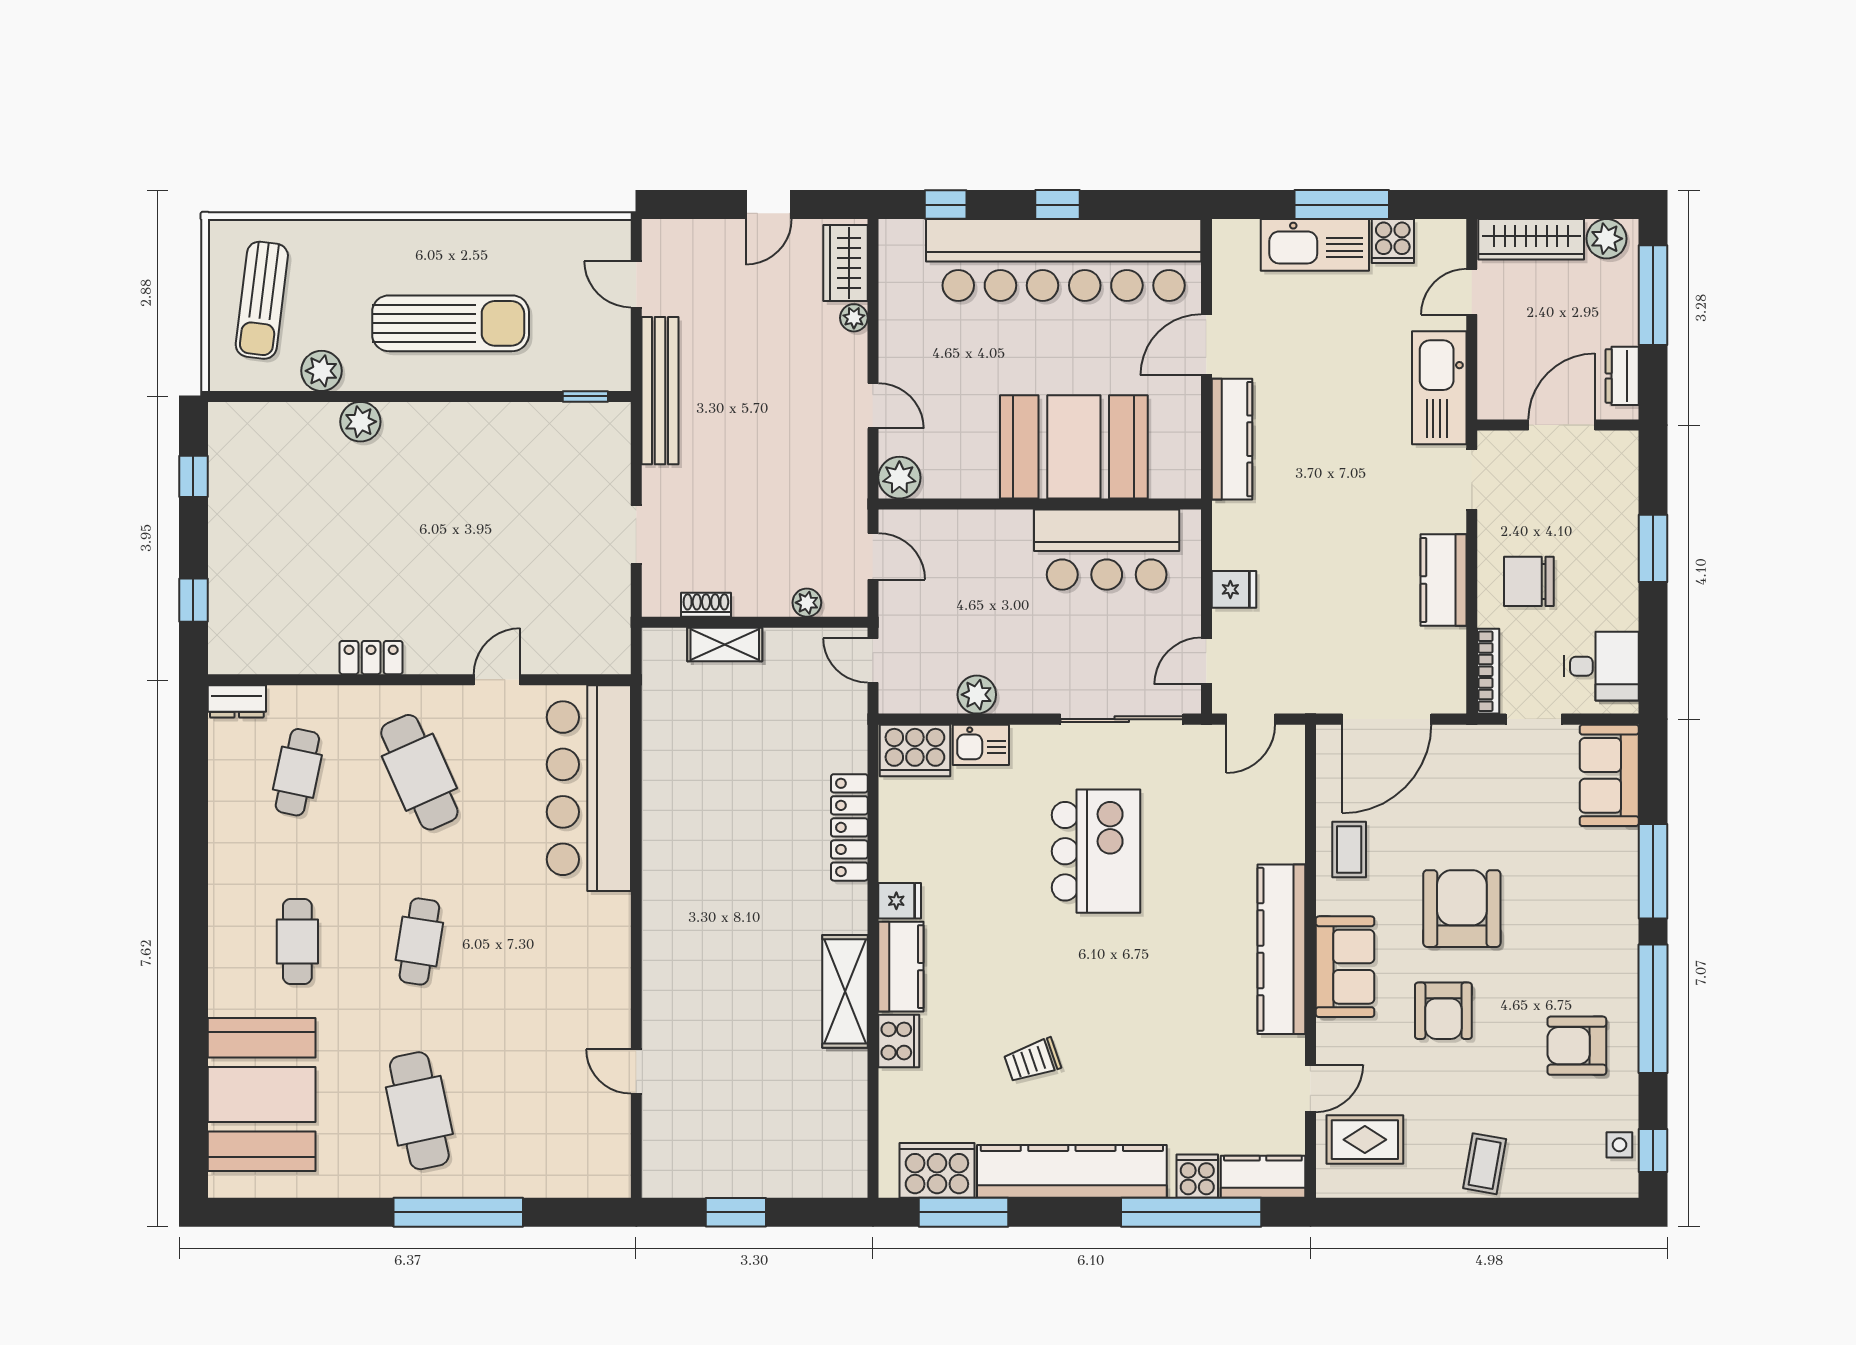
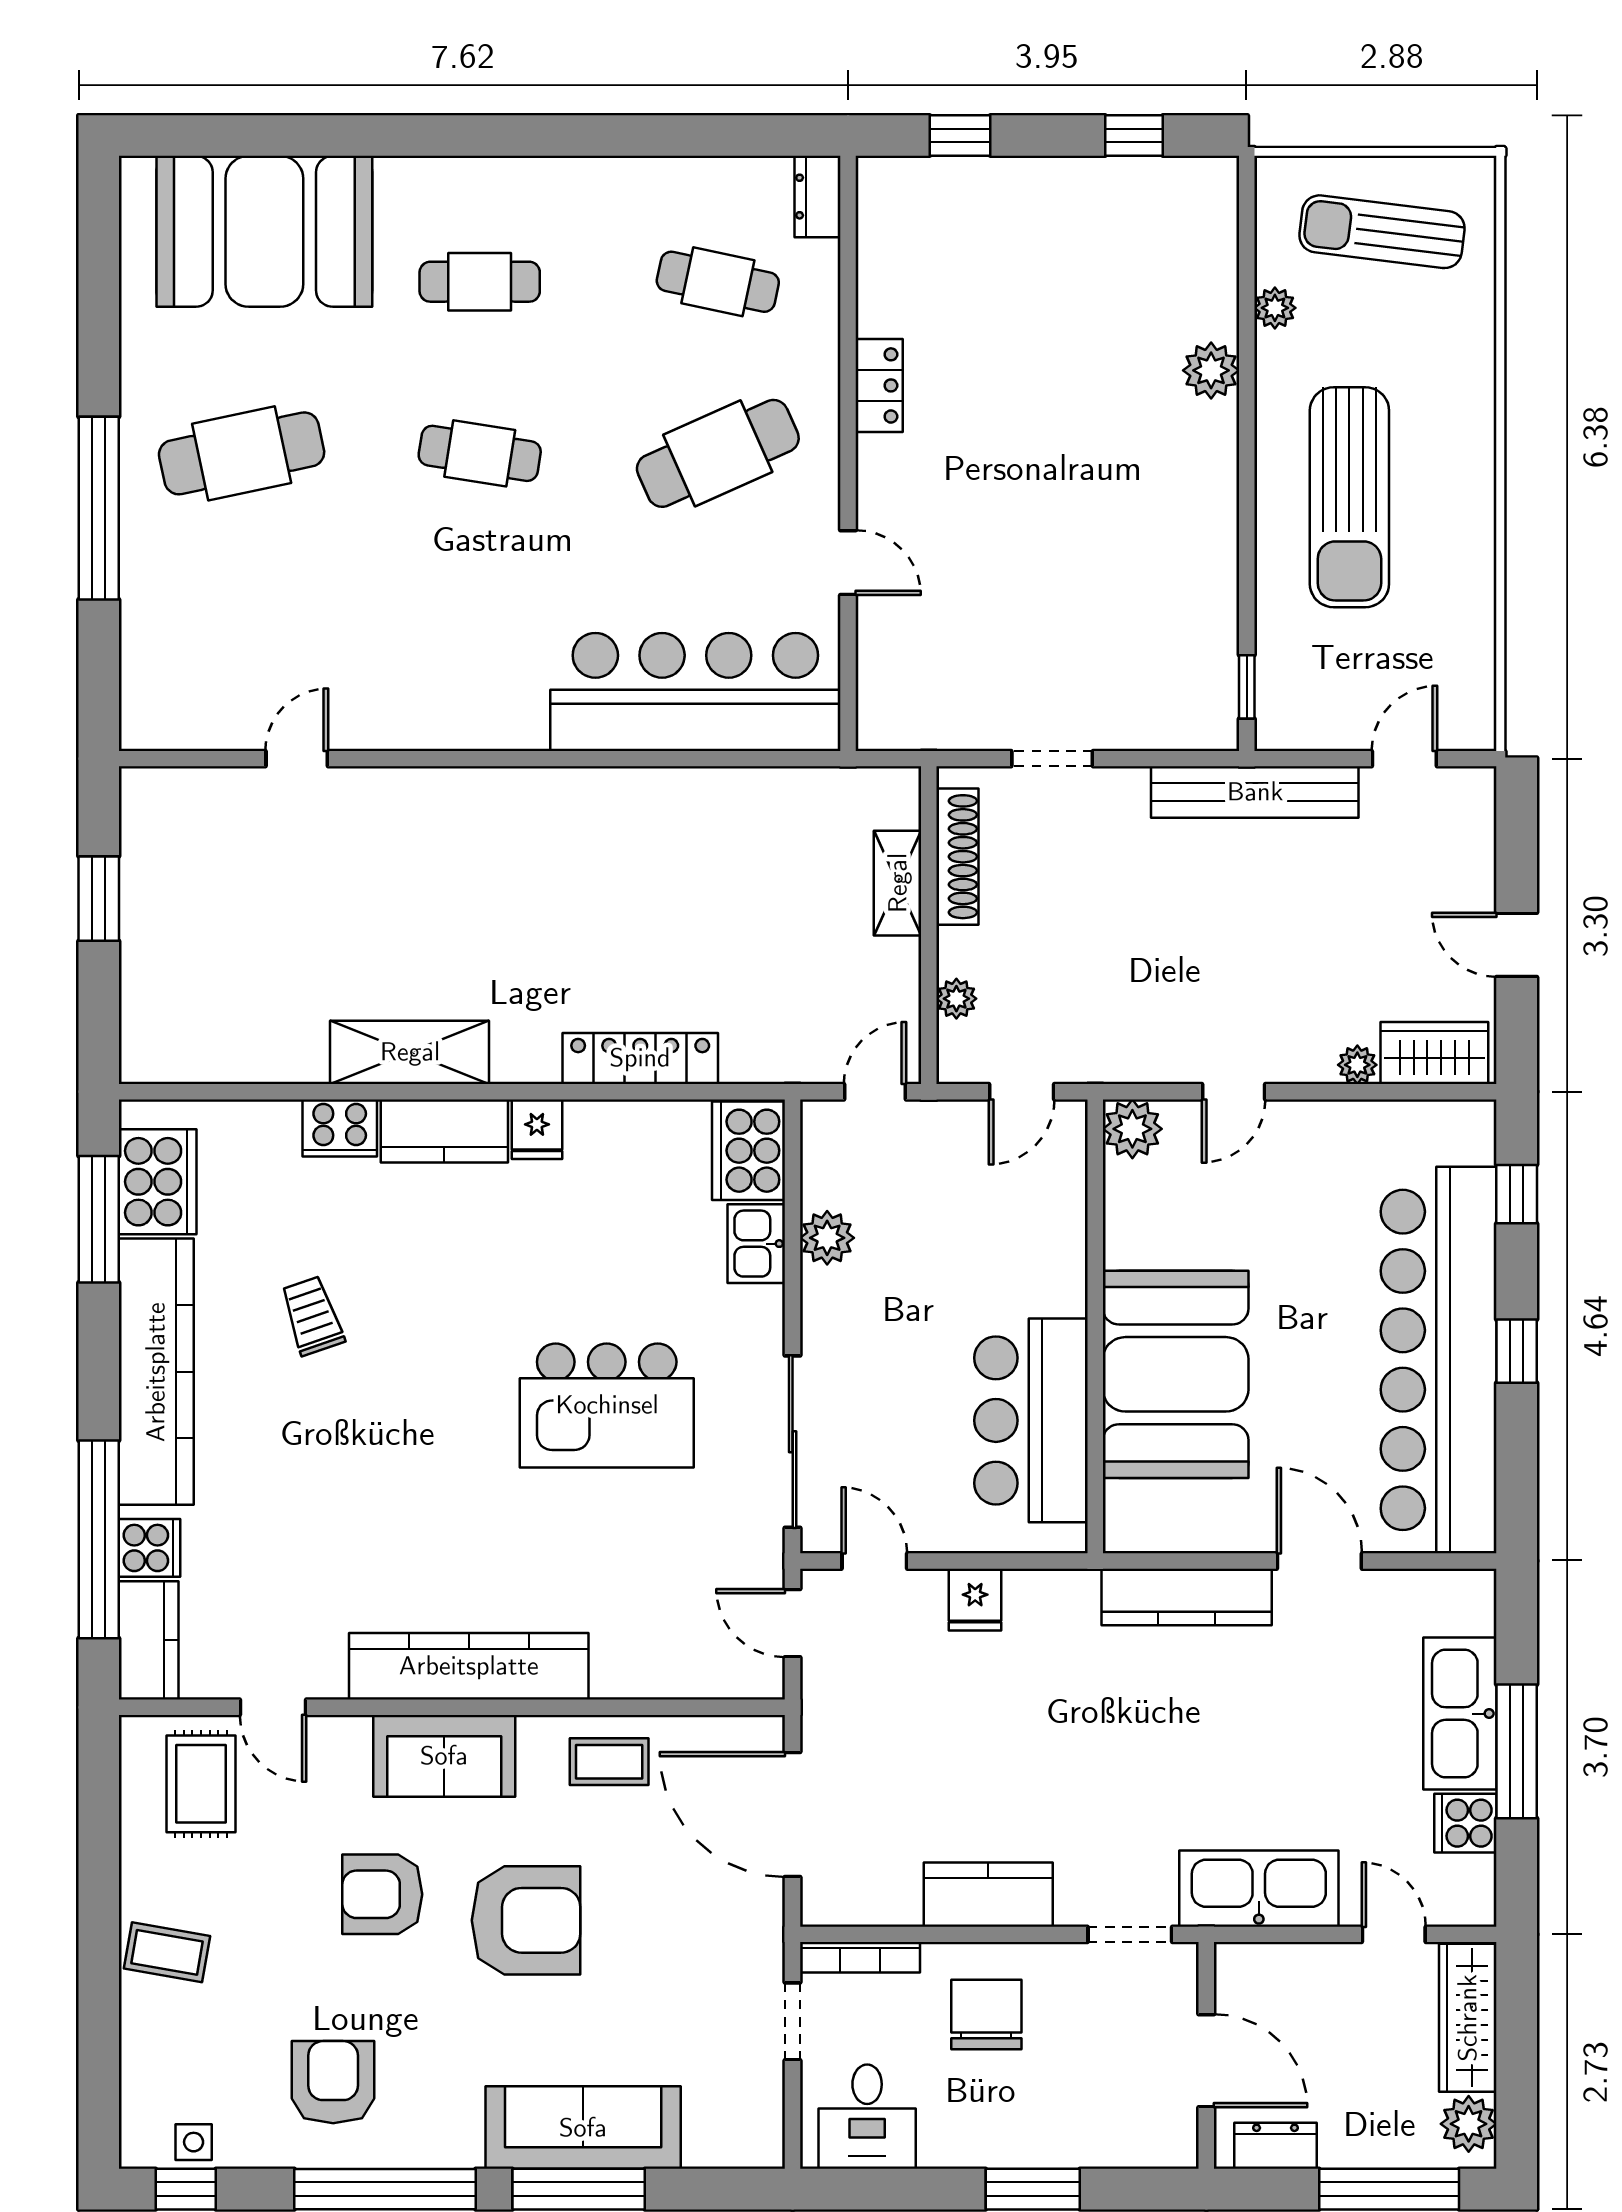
plant: (321, 371) -> (1275, 308), width x0.73, depth x0.73
shoe rack: (706, 605) -> (957, 857), width x1.94, depth x1.24
sofa: (1609, 775) -> (583, 2128), moved, width x1.36

